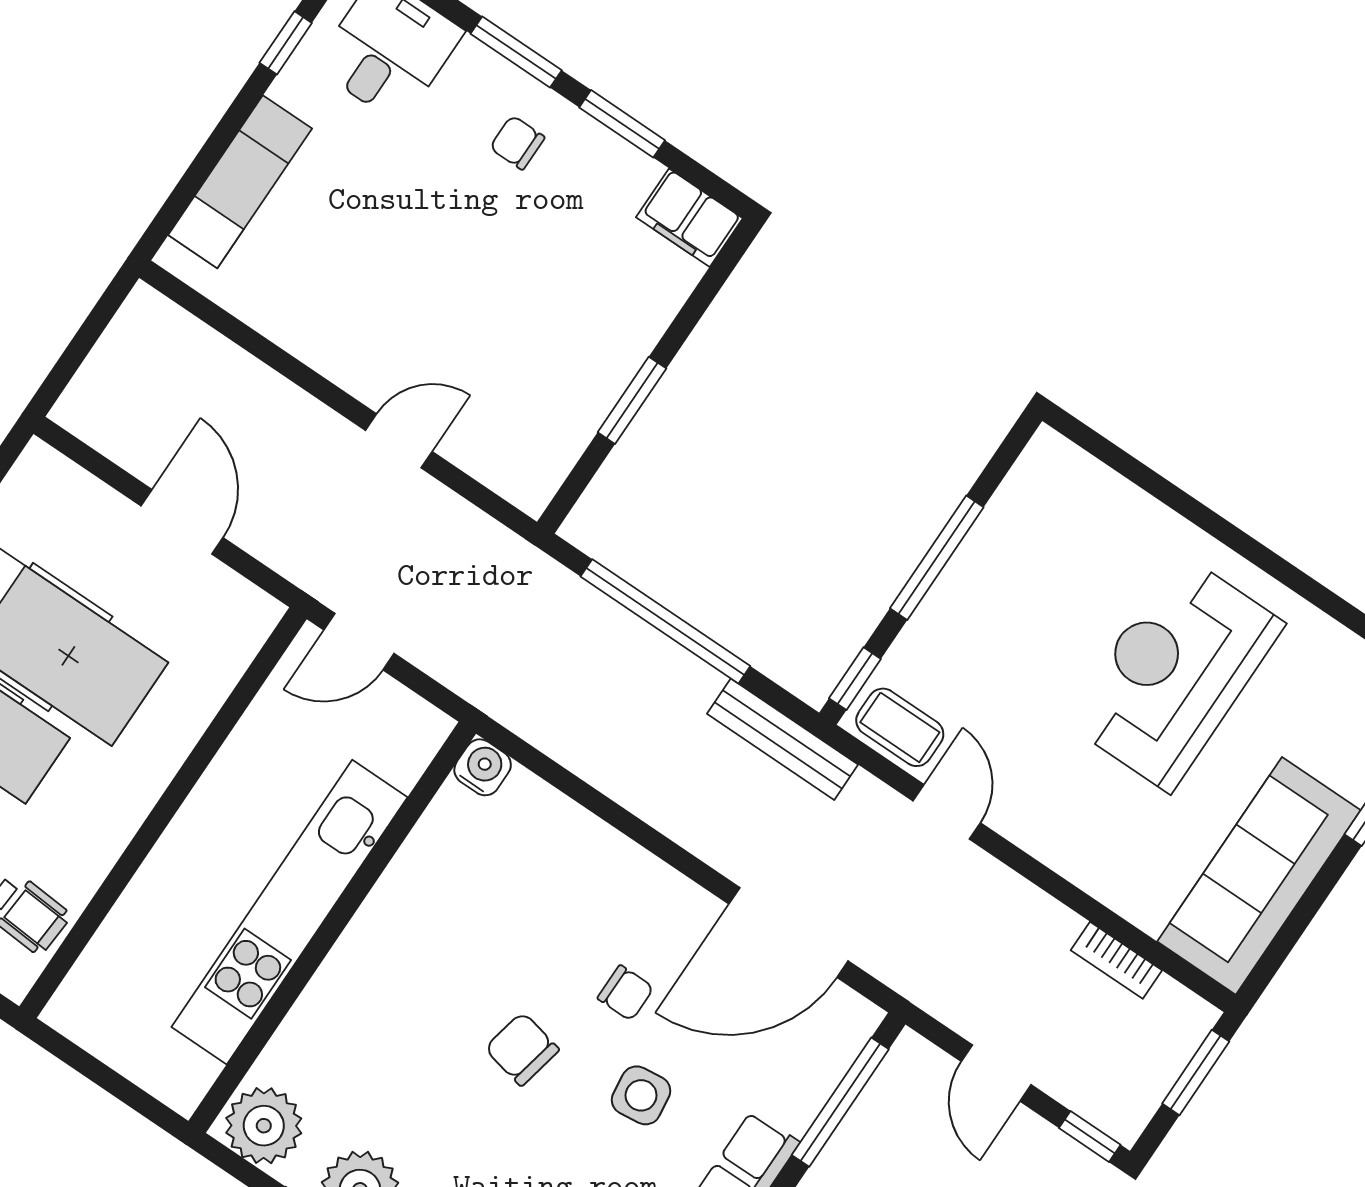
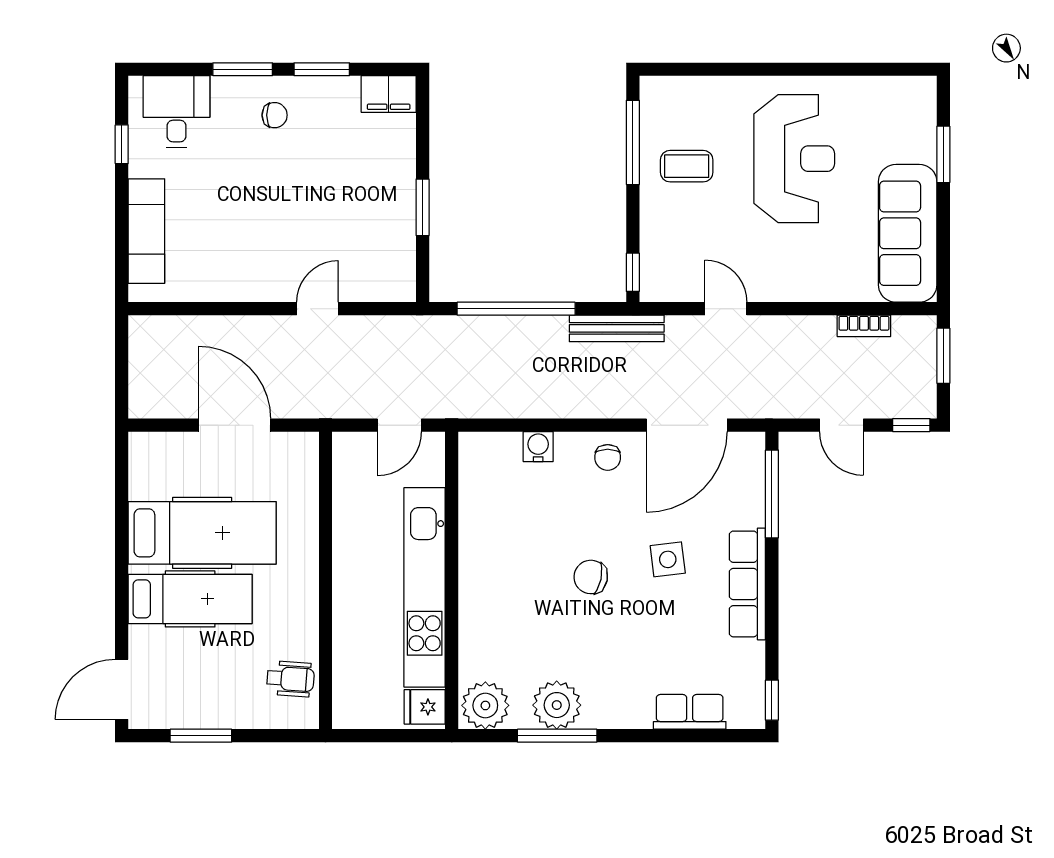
chair: (517, 143) -> (275, 115), turned 180
door: (182, 522) -> (234, 425), width x1.36
window: (937, 558) -> (633, 142), moved
door: (359, 642) -> (399, 425), moved
reception desk: (1175, 673) -> (794, 159), turned 180
coffee table: (900, 727) -> (687, 166), moved
water cooler: (483, 767) -> (538, 447), moved
chair: (626, 993) -> (608, 457), moved, turned 90
fridge: (181, 1072) -> (425, 707), added

